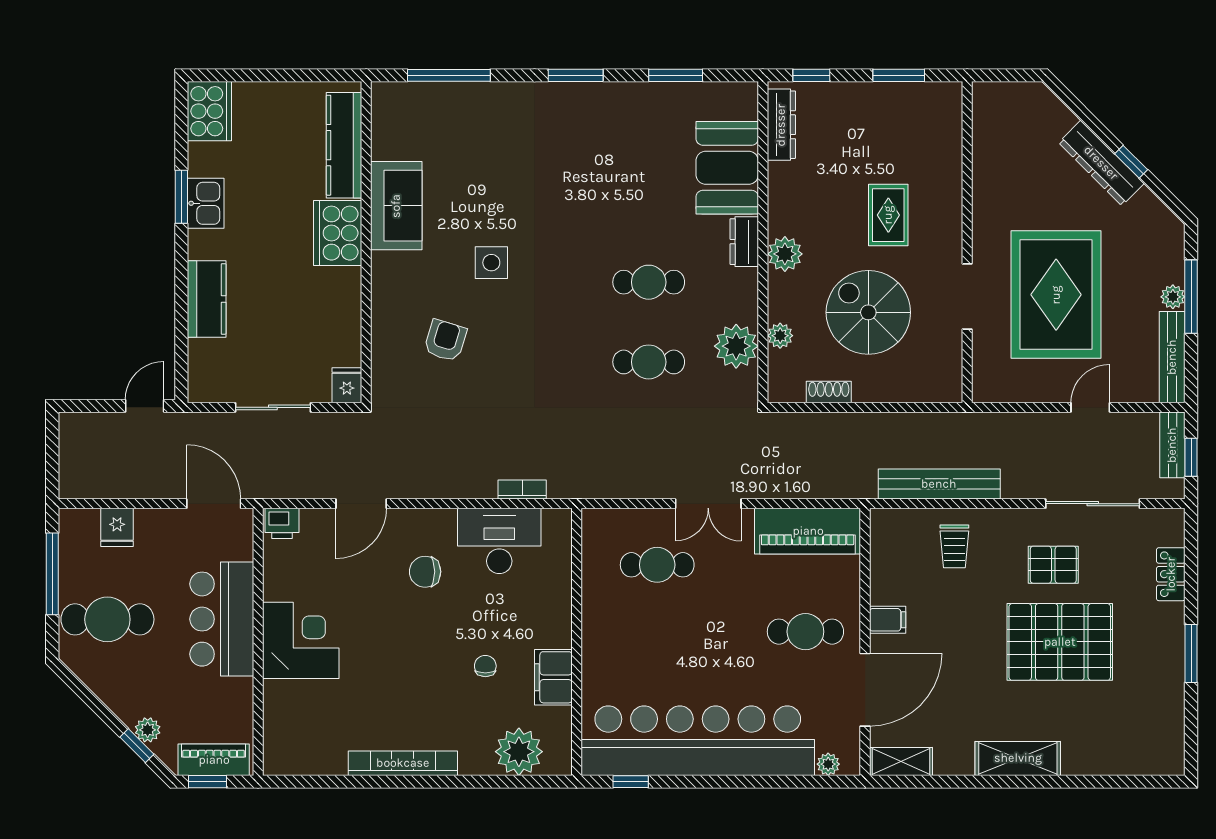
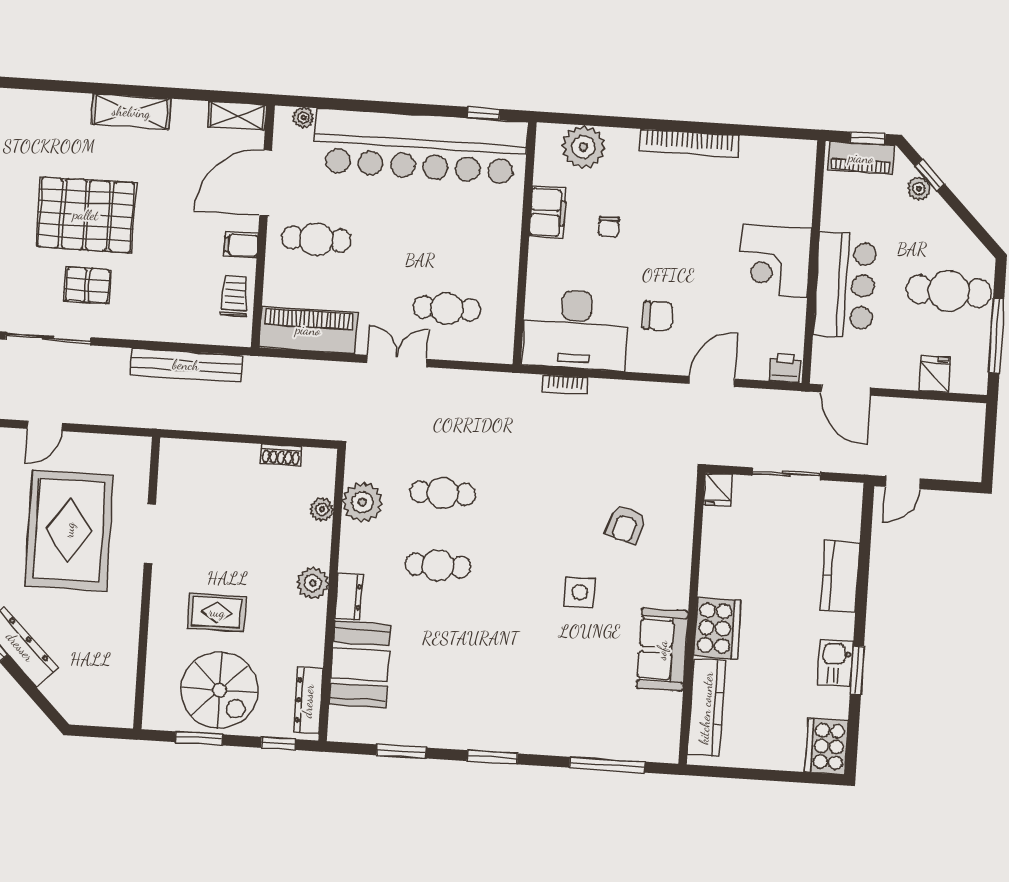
rug: (888, 215) -> (217, 612), turned 90
spiral stairs: (868, 312) -> (219, 690), moved
desk: (499, 541) -> (576, 330), width x1.36, depth x1.30
trolley: (954, 546) -> (234, 296), moved

